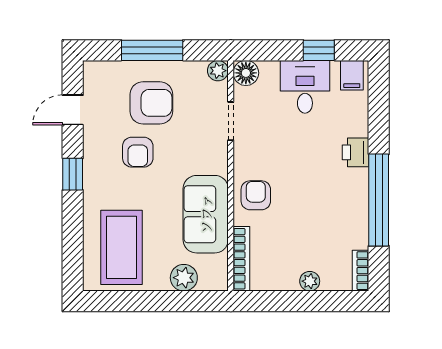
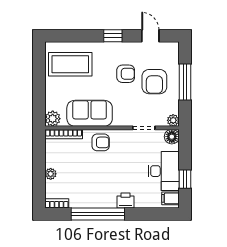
desk: (305, 87) -> (164, 171), width x1.37
armchair: (138, 152) -> (126, 74), turned 180
plant: (184, 278) -> (53, 119), moved

